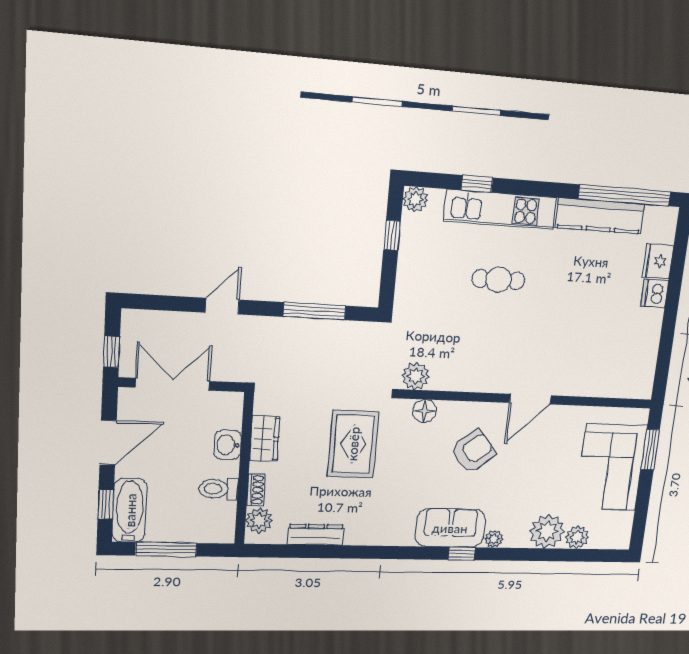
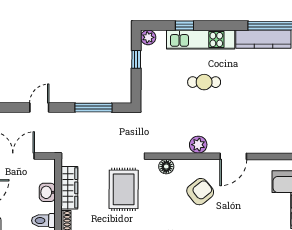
plant: (416, 376) -> (198, 145), moved
wardrobe: (265, 439) -> (69, 188), width x1.50

